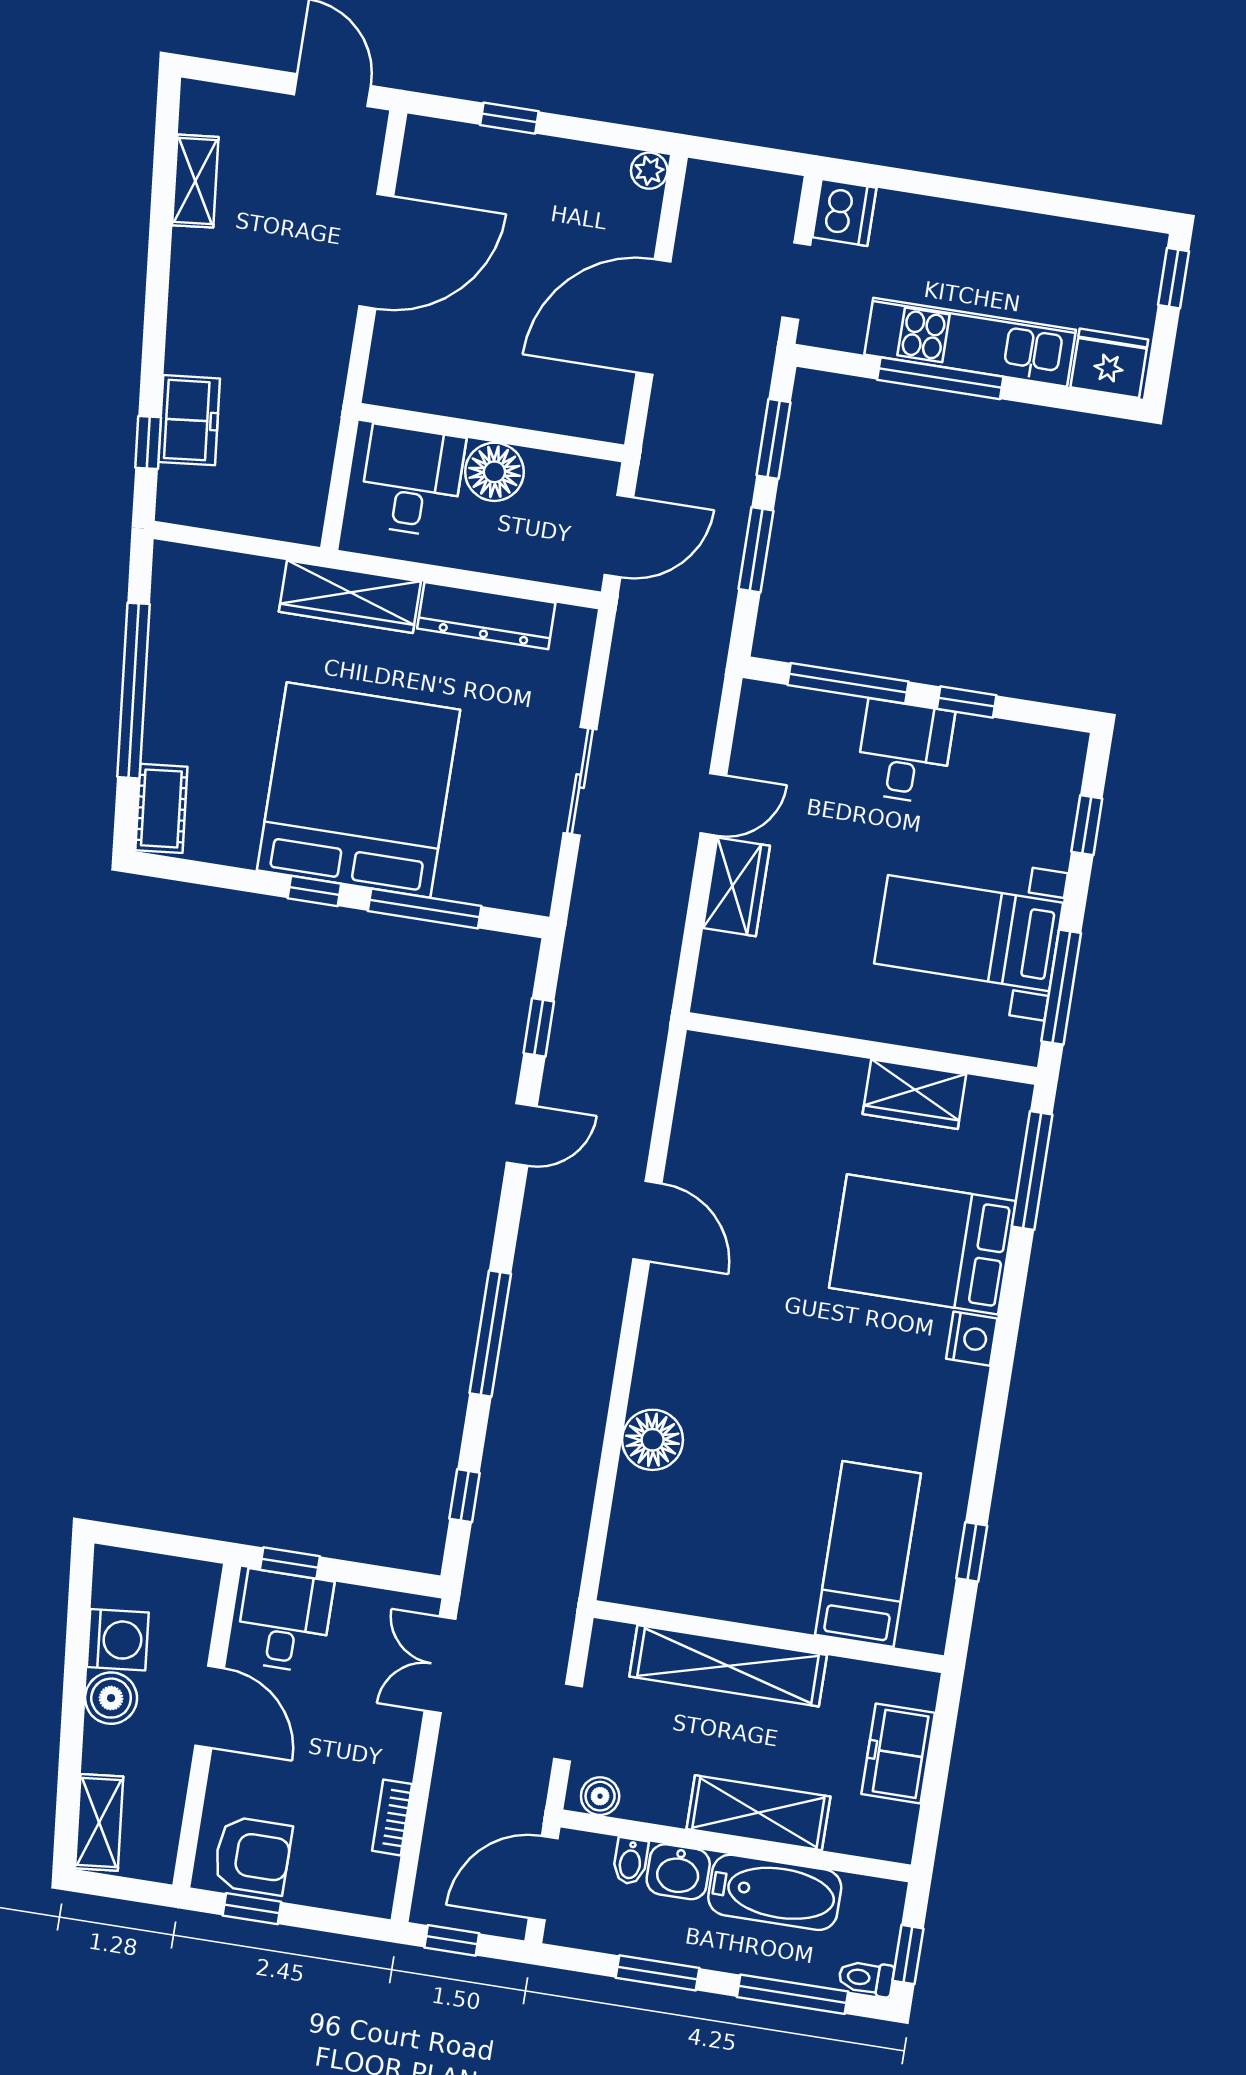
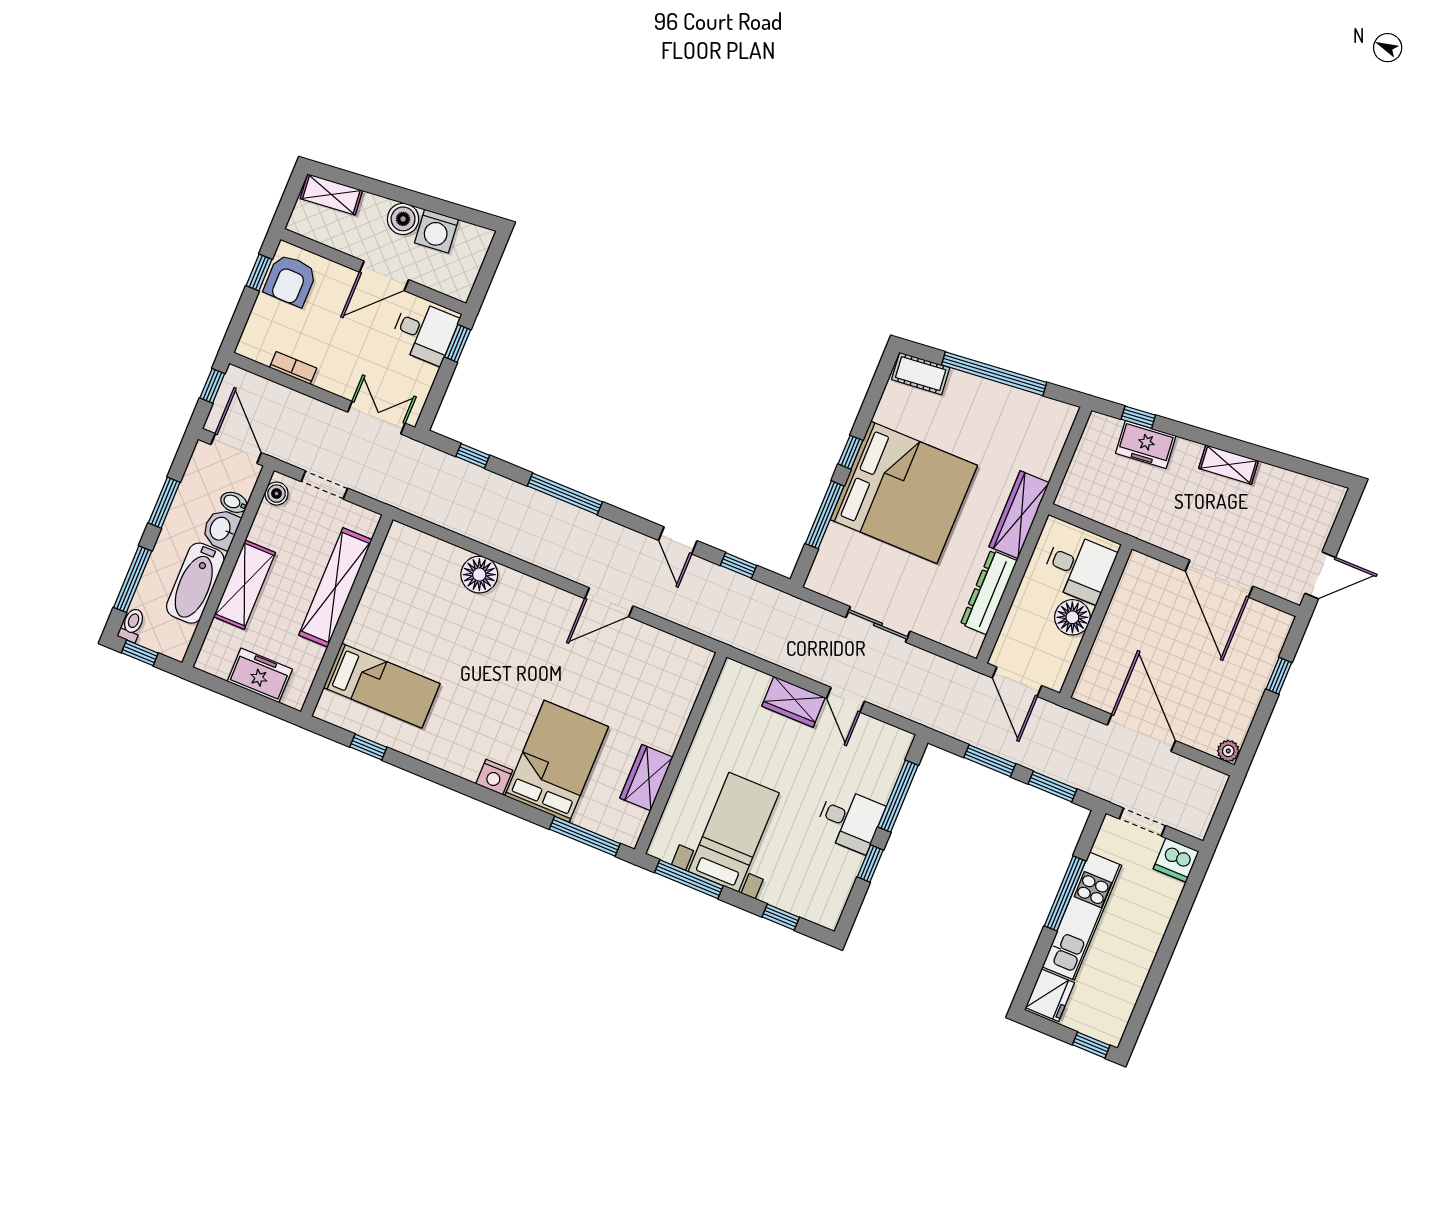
shelving: (195, 181) -> (1229, 465), moved

